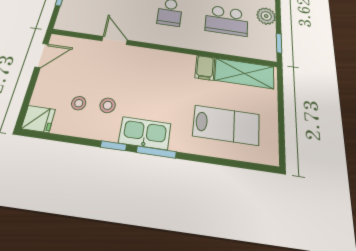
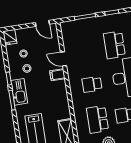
door: (115, 41) -> (64, 59), swing flipped
filing cabinet: (205, 68) -> (57, 75), moved

